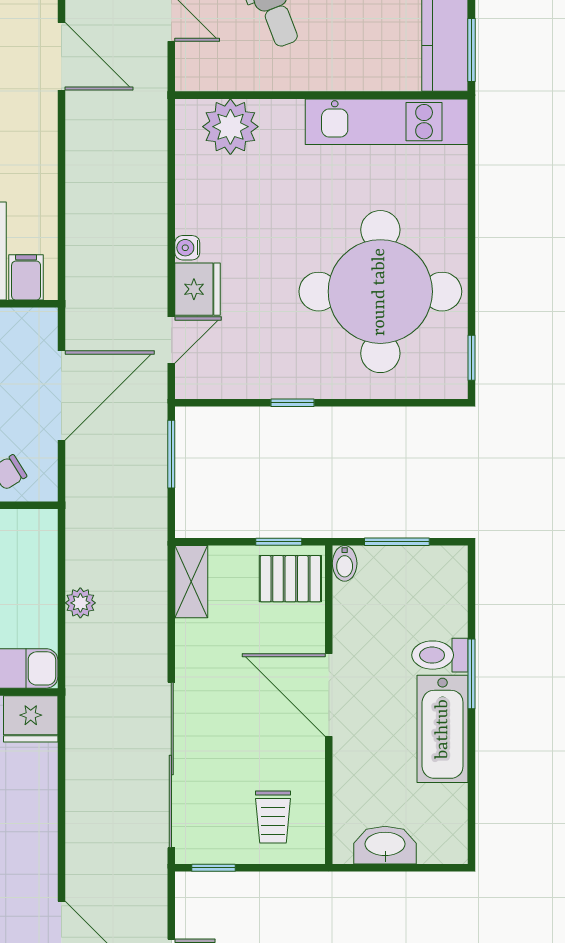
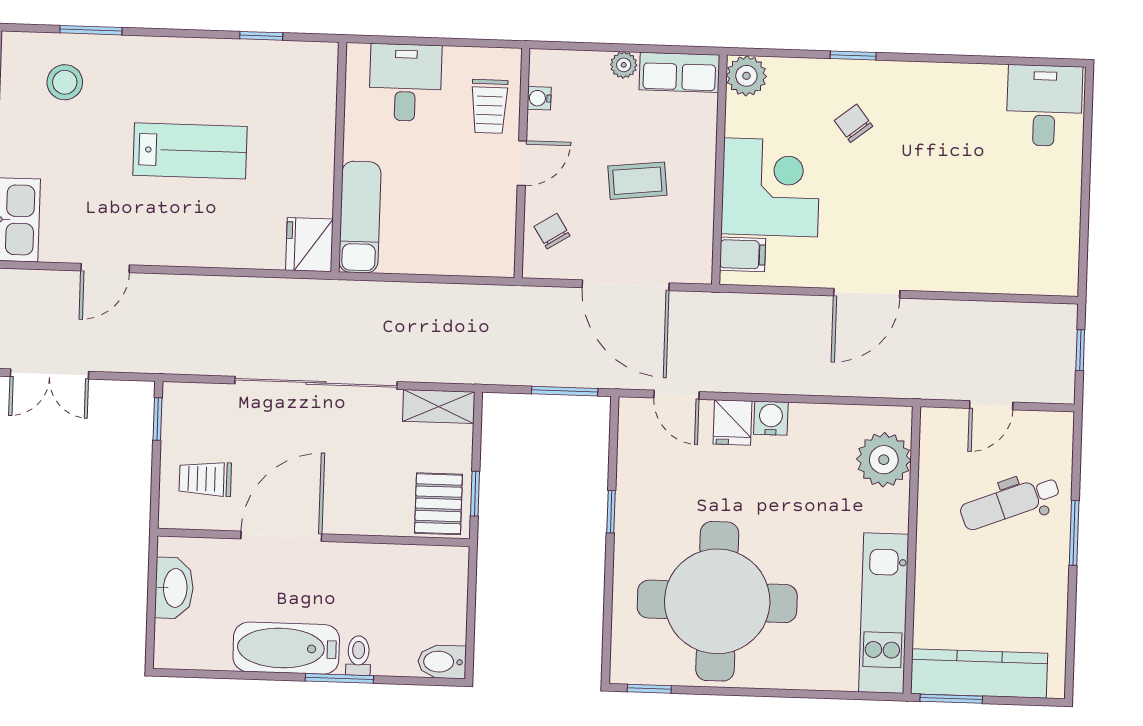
door: (61, 56) -> (867, 293), moved
water cooler: (187, 248) -> (771, 418), width x1.38, depth x1.38
fridge: (198, 289) -> (733, 422), width x0.72
window: (397, 542) -> (471, 609), removed
bidet: (345, 563) -> (442, 662), moved, width x1.38, depth x1.36
plant: (80, 603) -> (422, 297), removed
toilet: (440, 655) -> (358, 656), width x0.73, depth x0.72
door: (329, 695) -> (281, 536), moved
sliding door: (171, 765) -> (316, 383), moved

